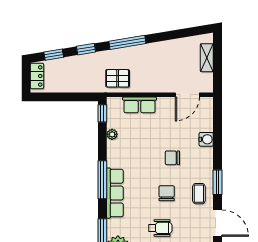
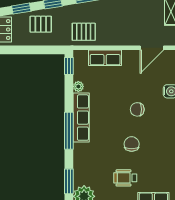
pallet: (74, 71) -> (41, 24), added
row of seats: (115, 193) -> (81, 118), moved
coffee table: (199, 194) -> (163, 144), removed
wheelchair: (160, 228) -> (125, 178), turned 180

